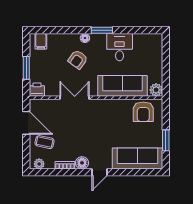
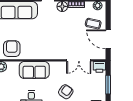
sofa: (123, 86) -> (34, 70), width x0.73
double door: (75, 98) -> (79, 60), moved

